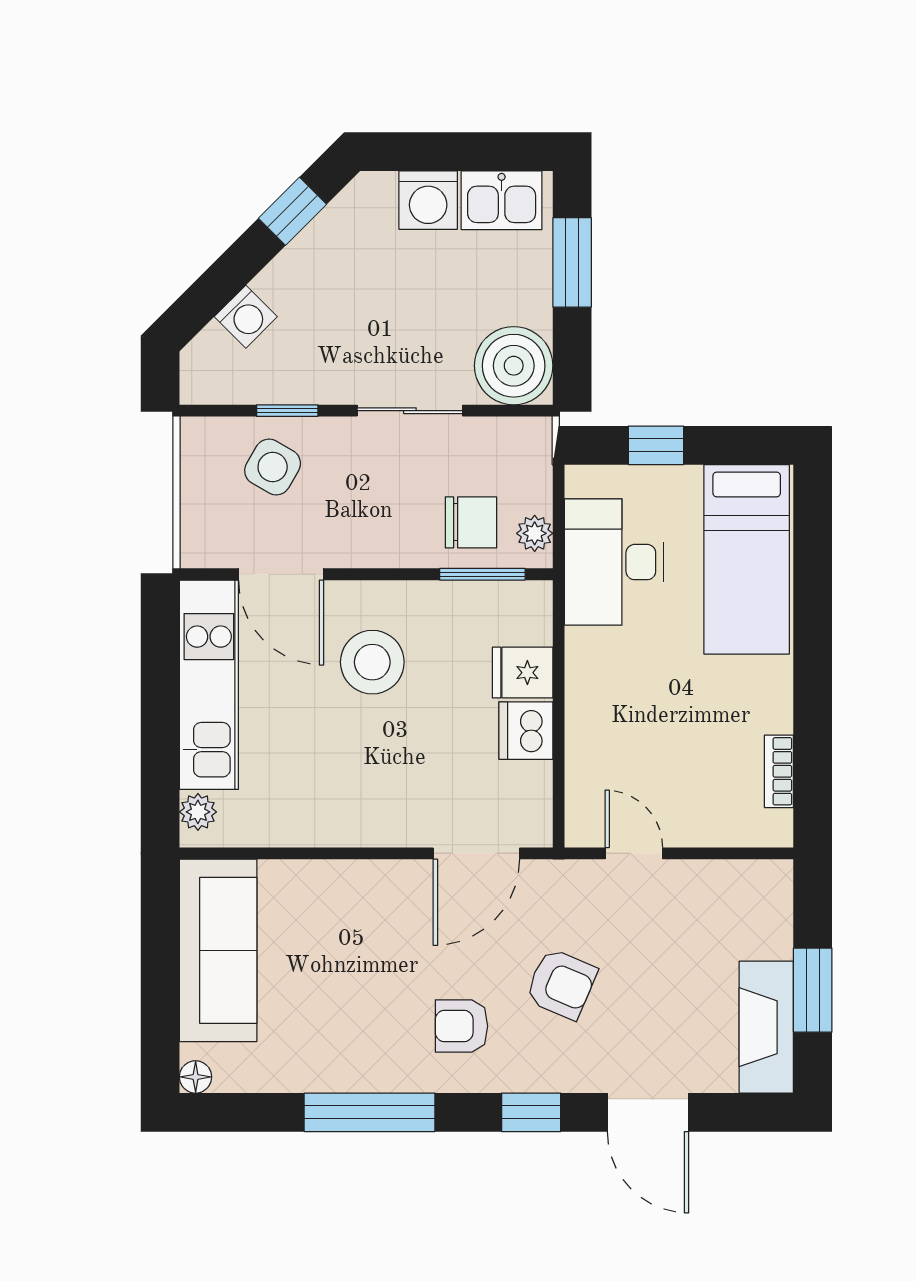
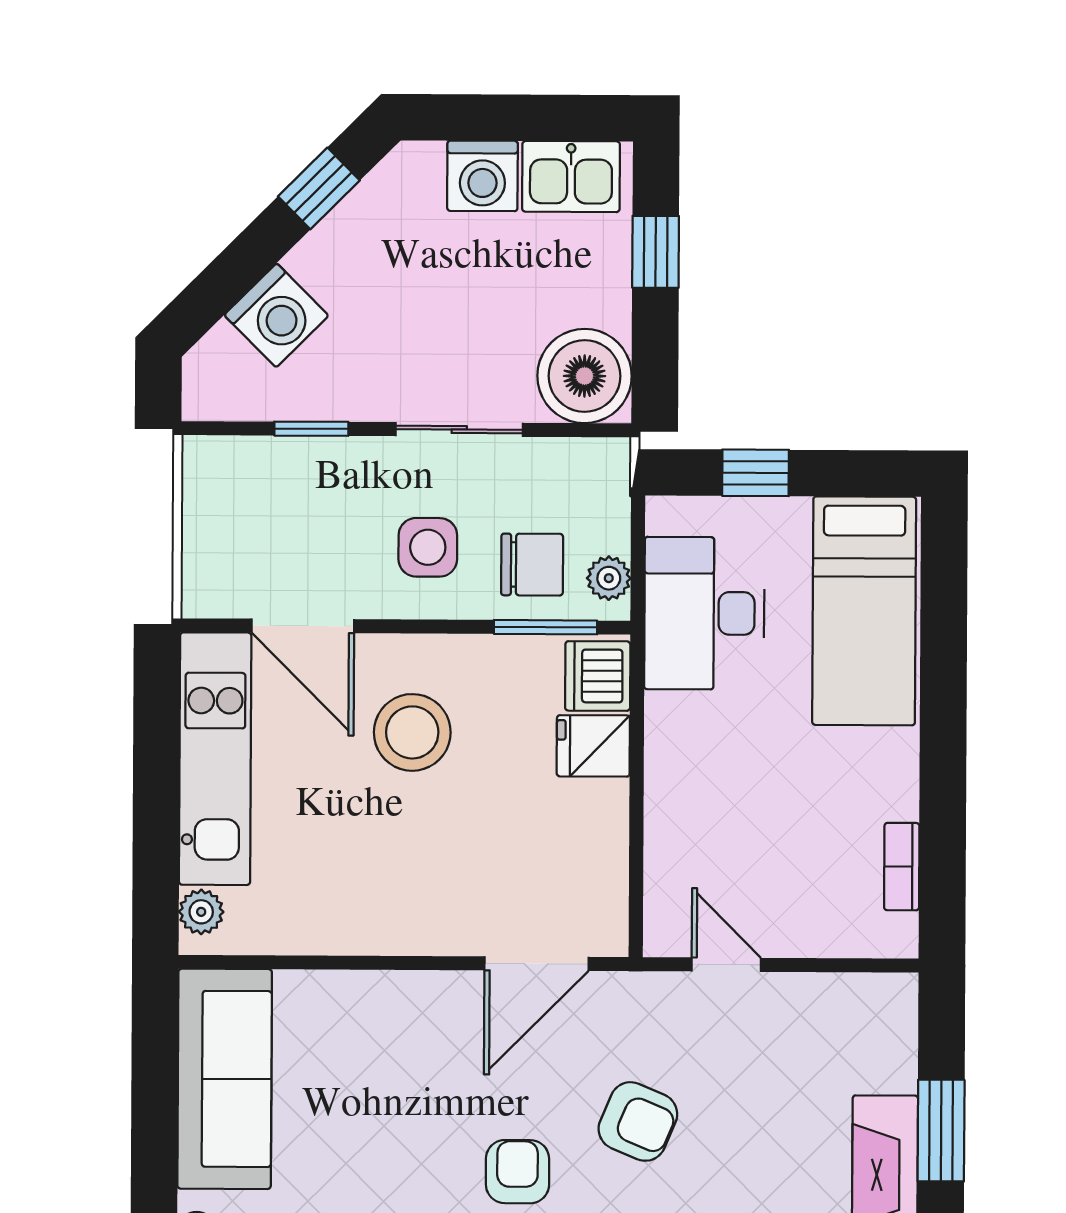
window: (572, 262) -> (656, 252), width x0.67
washing machine: (246, 317) -> (276, 315), width x1.38, depth x1.38
side table: (273, 467) -> (428, 547), moved, turned -30
dishwasher: (526, 731) -> (598, 676), moved
armchair: (461, 1026) -> (517, 1172), turned 90

